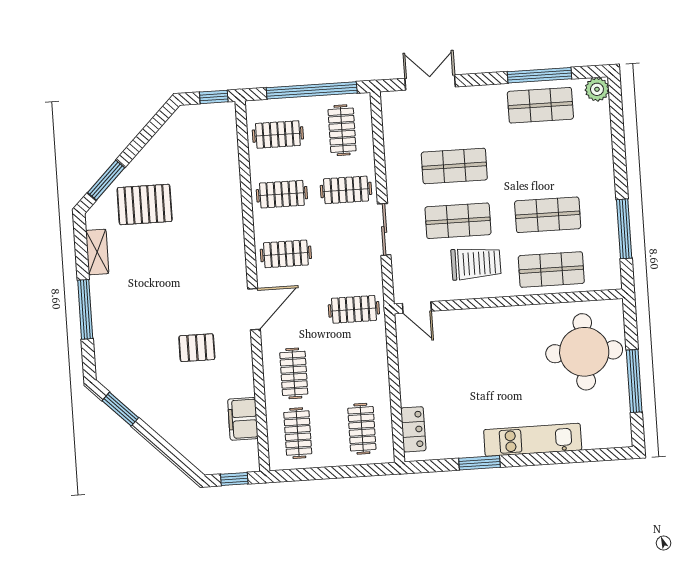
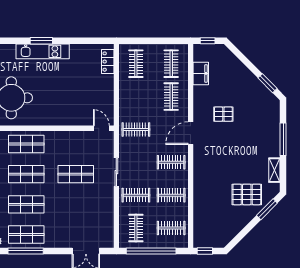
shop shelf: (454, 166) -> (26, 204), moved
trolley: (476, 263) -> (67, 150), removed
window: (480, 463) -> (41, 41), moved

